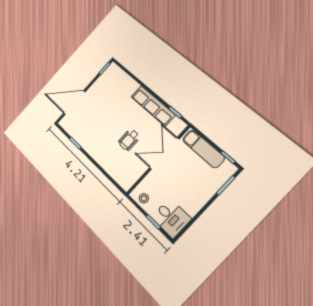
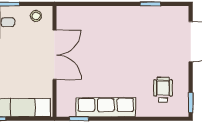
wheelchair: (129, 140) -> (163, 90), moved
double door: (164, 153) -> (54, 55), moved

